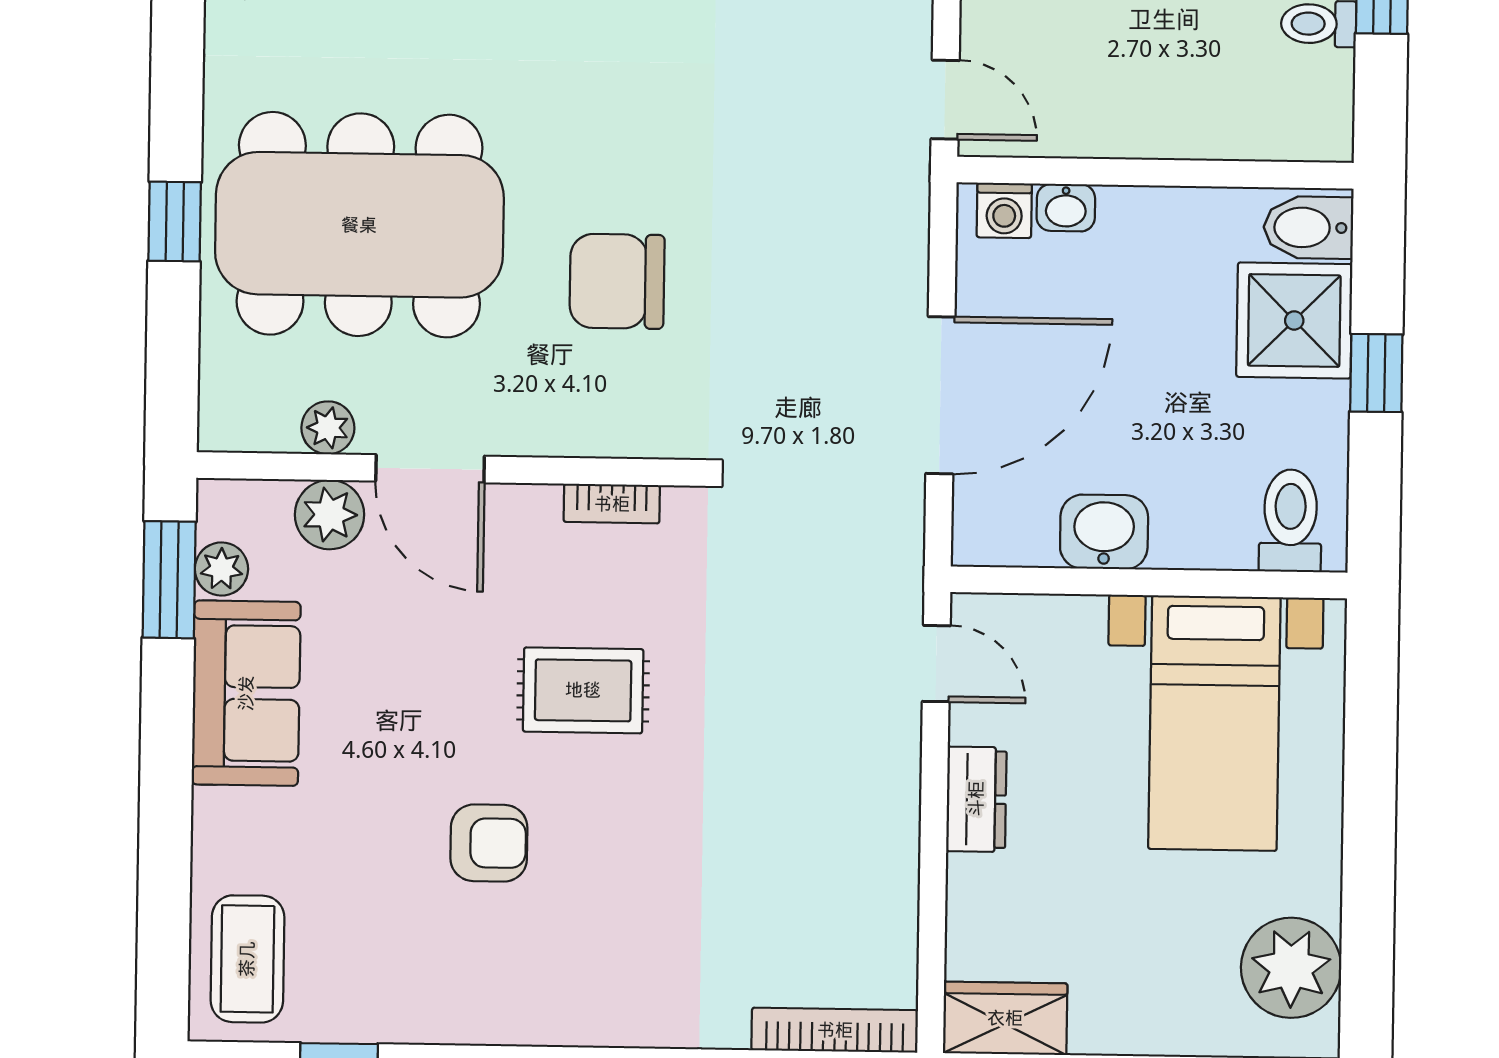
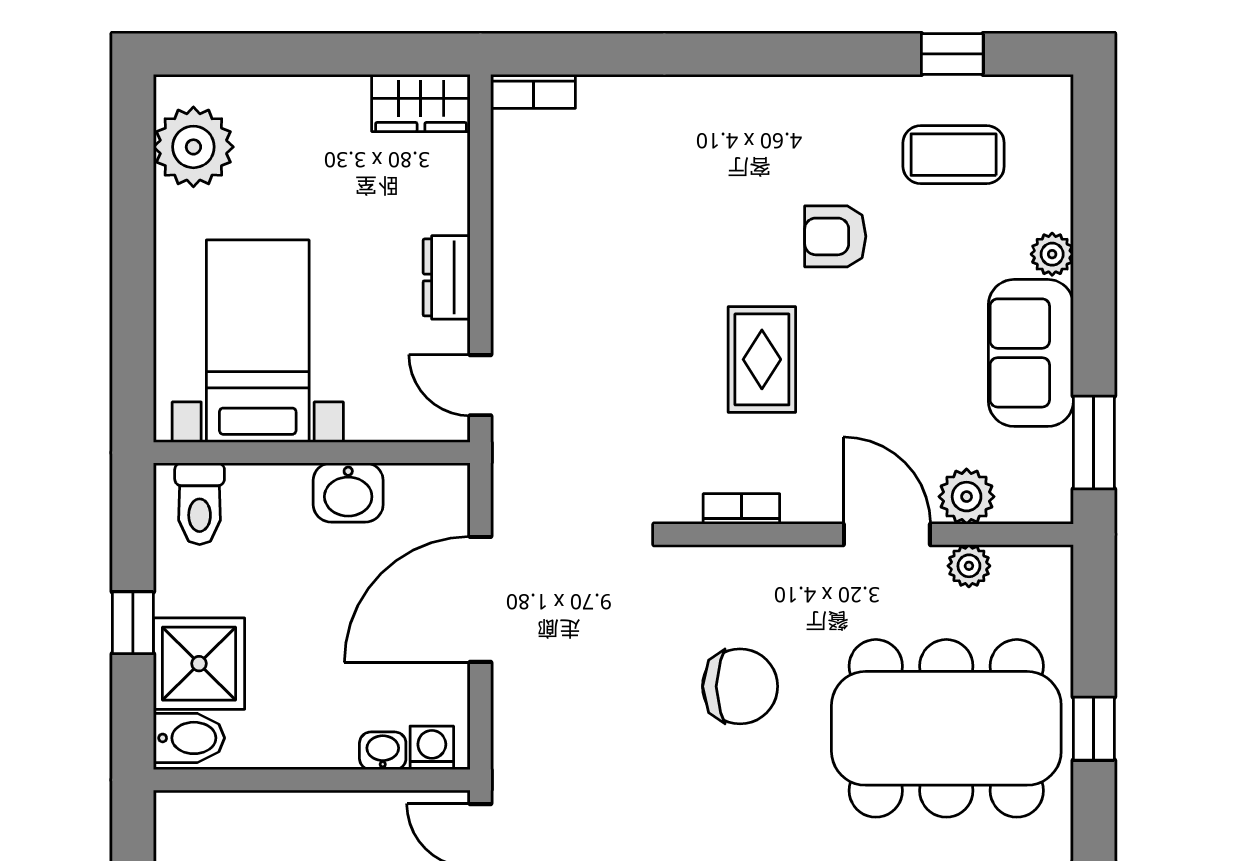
plant: (221, 569) -> (1052, 254), moved
rug: (583, 690) -> (762, 359), turned 90
coffee table: (247, 959) -> (954, 155), moved, turned 90
bookcase: (835, 1030) -> (533, 91), width x0.64

